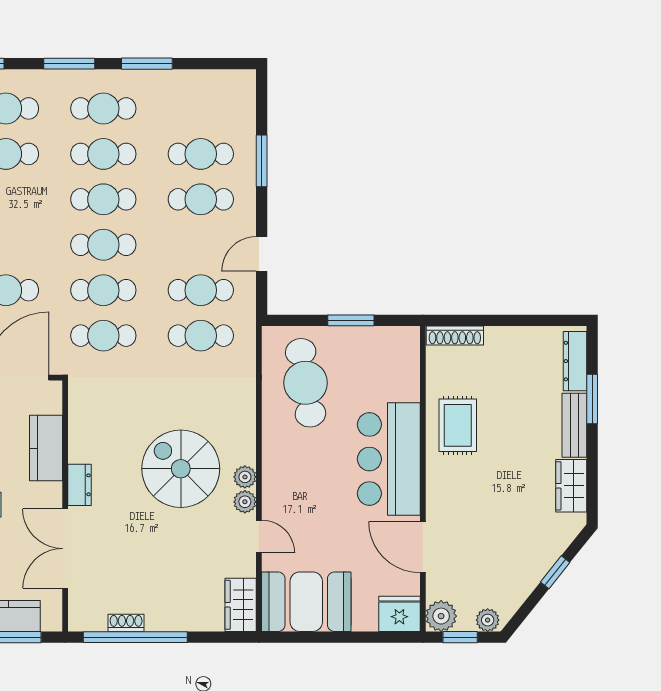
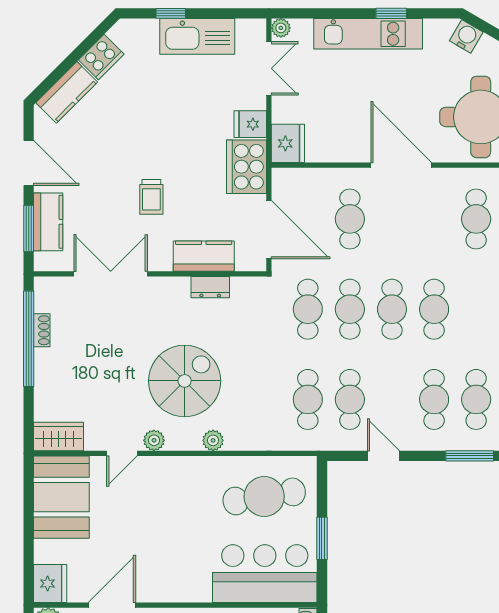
cafe table: (103, 154) -> (476, 309), removed
bar counter: (389, 459) -> (265, 574), moved
plant: (245, 477) -> (213, 440), moved
dresser: (79, 485) -> (210, 287), moved

